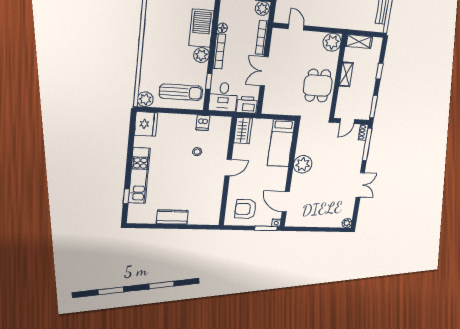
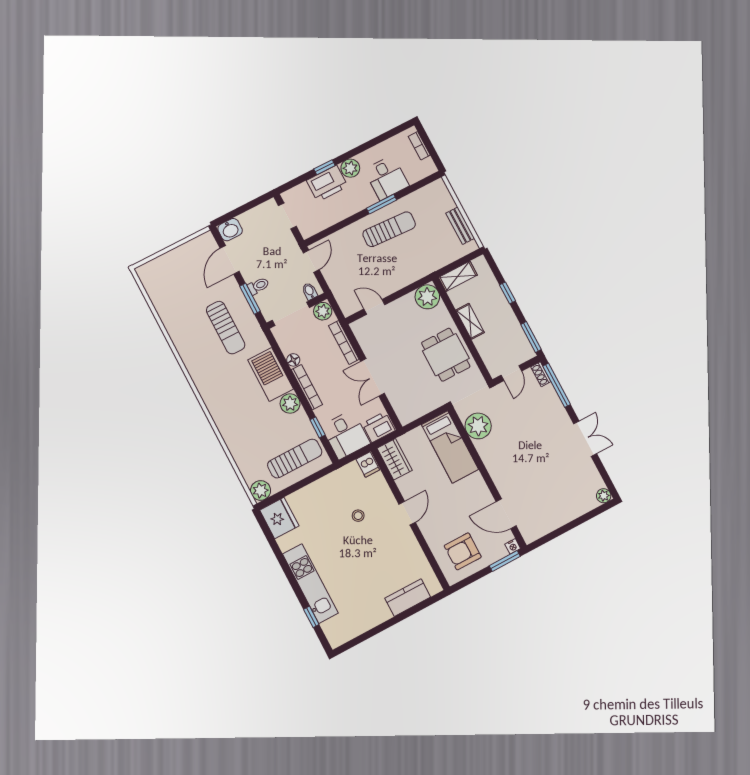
dishwasher: (203, 123) -> (368, 465), moved
plant: (303, 164) -> (478, 426), moved
kitchen counter: (172, 217) -> (408, 598), moved

